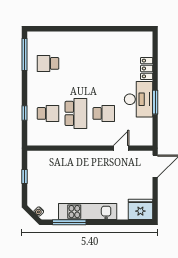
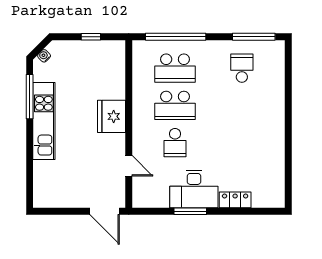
window: (24, 113) -> (176, 37), width x3.17
school desk: (48, 113) -> (175, 68), width x1.85
fridge: (140, 209) -> (112, 116), moved, turned 180

